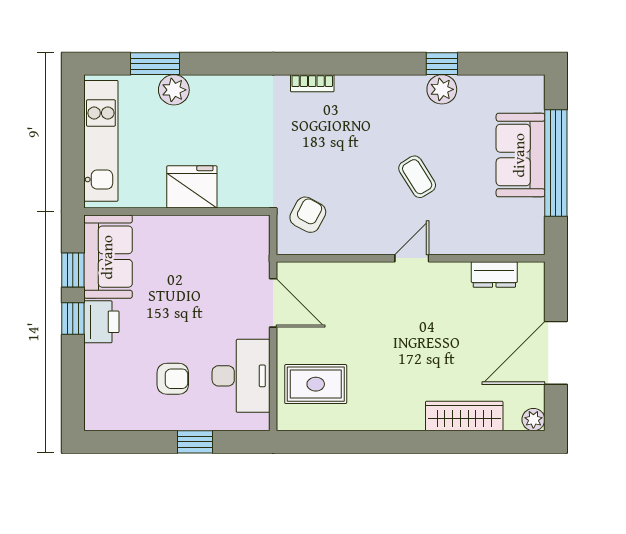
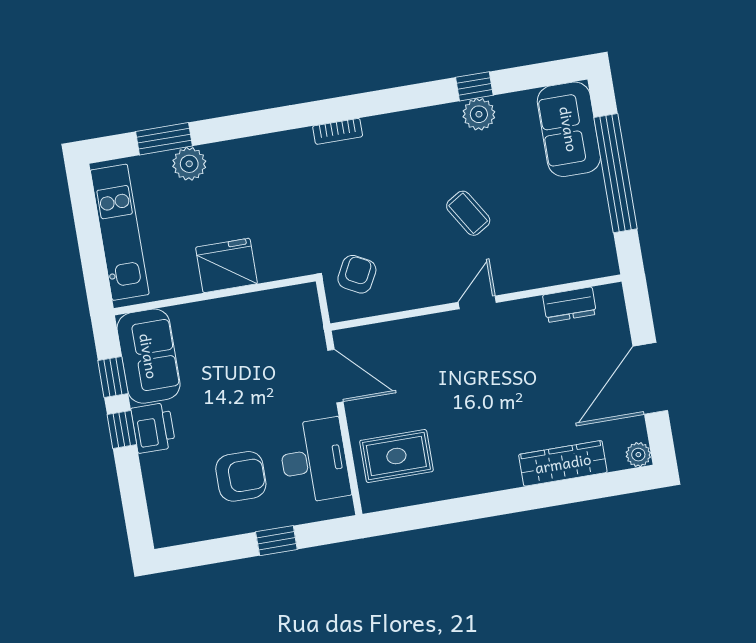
sofa: (520, 155) -> (569, 129), moved
armchair: (173, 379) -> (241, 476), width x1.38, depth x1.38

